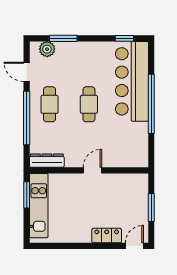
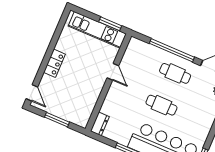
dresser: (47, 161) -> (100, 124), moved, width x0.70
door: (92, 170) -> (113, 72), moved
locker: (107, 236) -> (54, 63), moved

